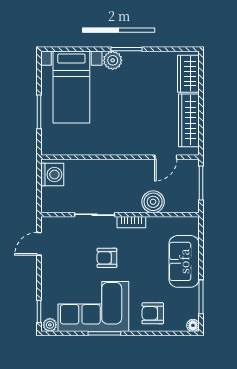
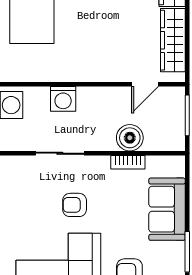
washing machine: (97, 169) -> (63, 99), added
bookcase: (131, 222) -> (128, 162), moved

